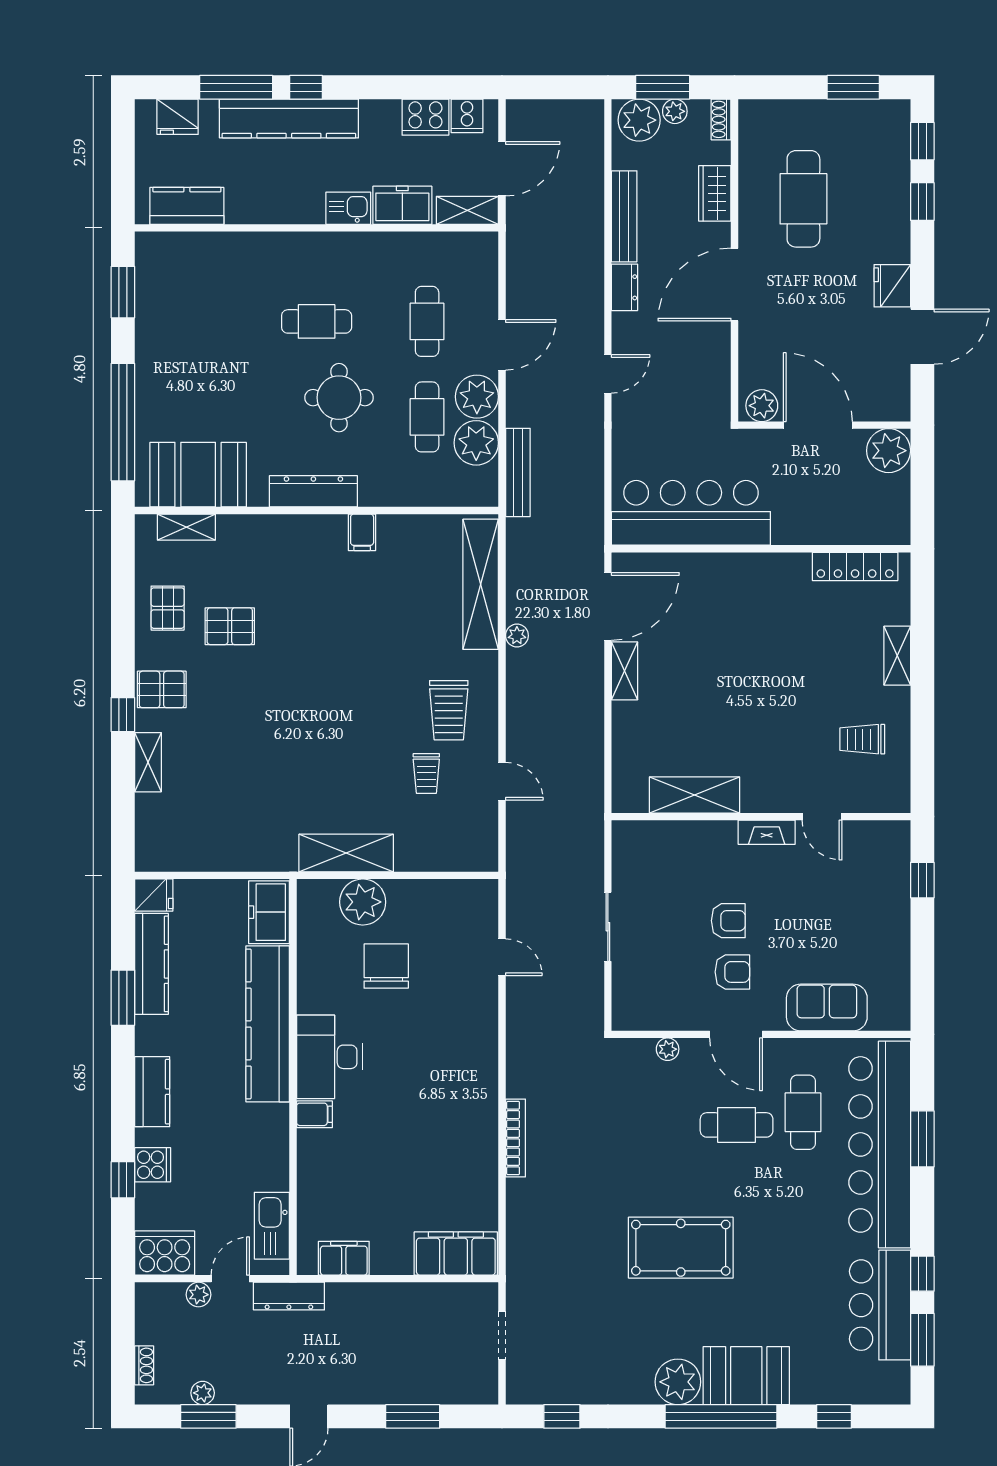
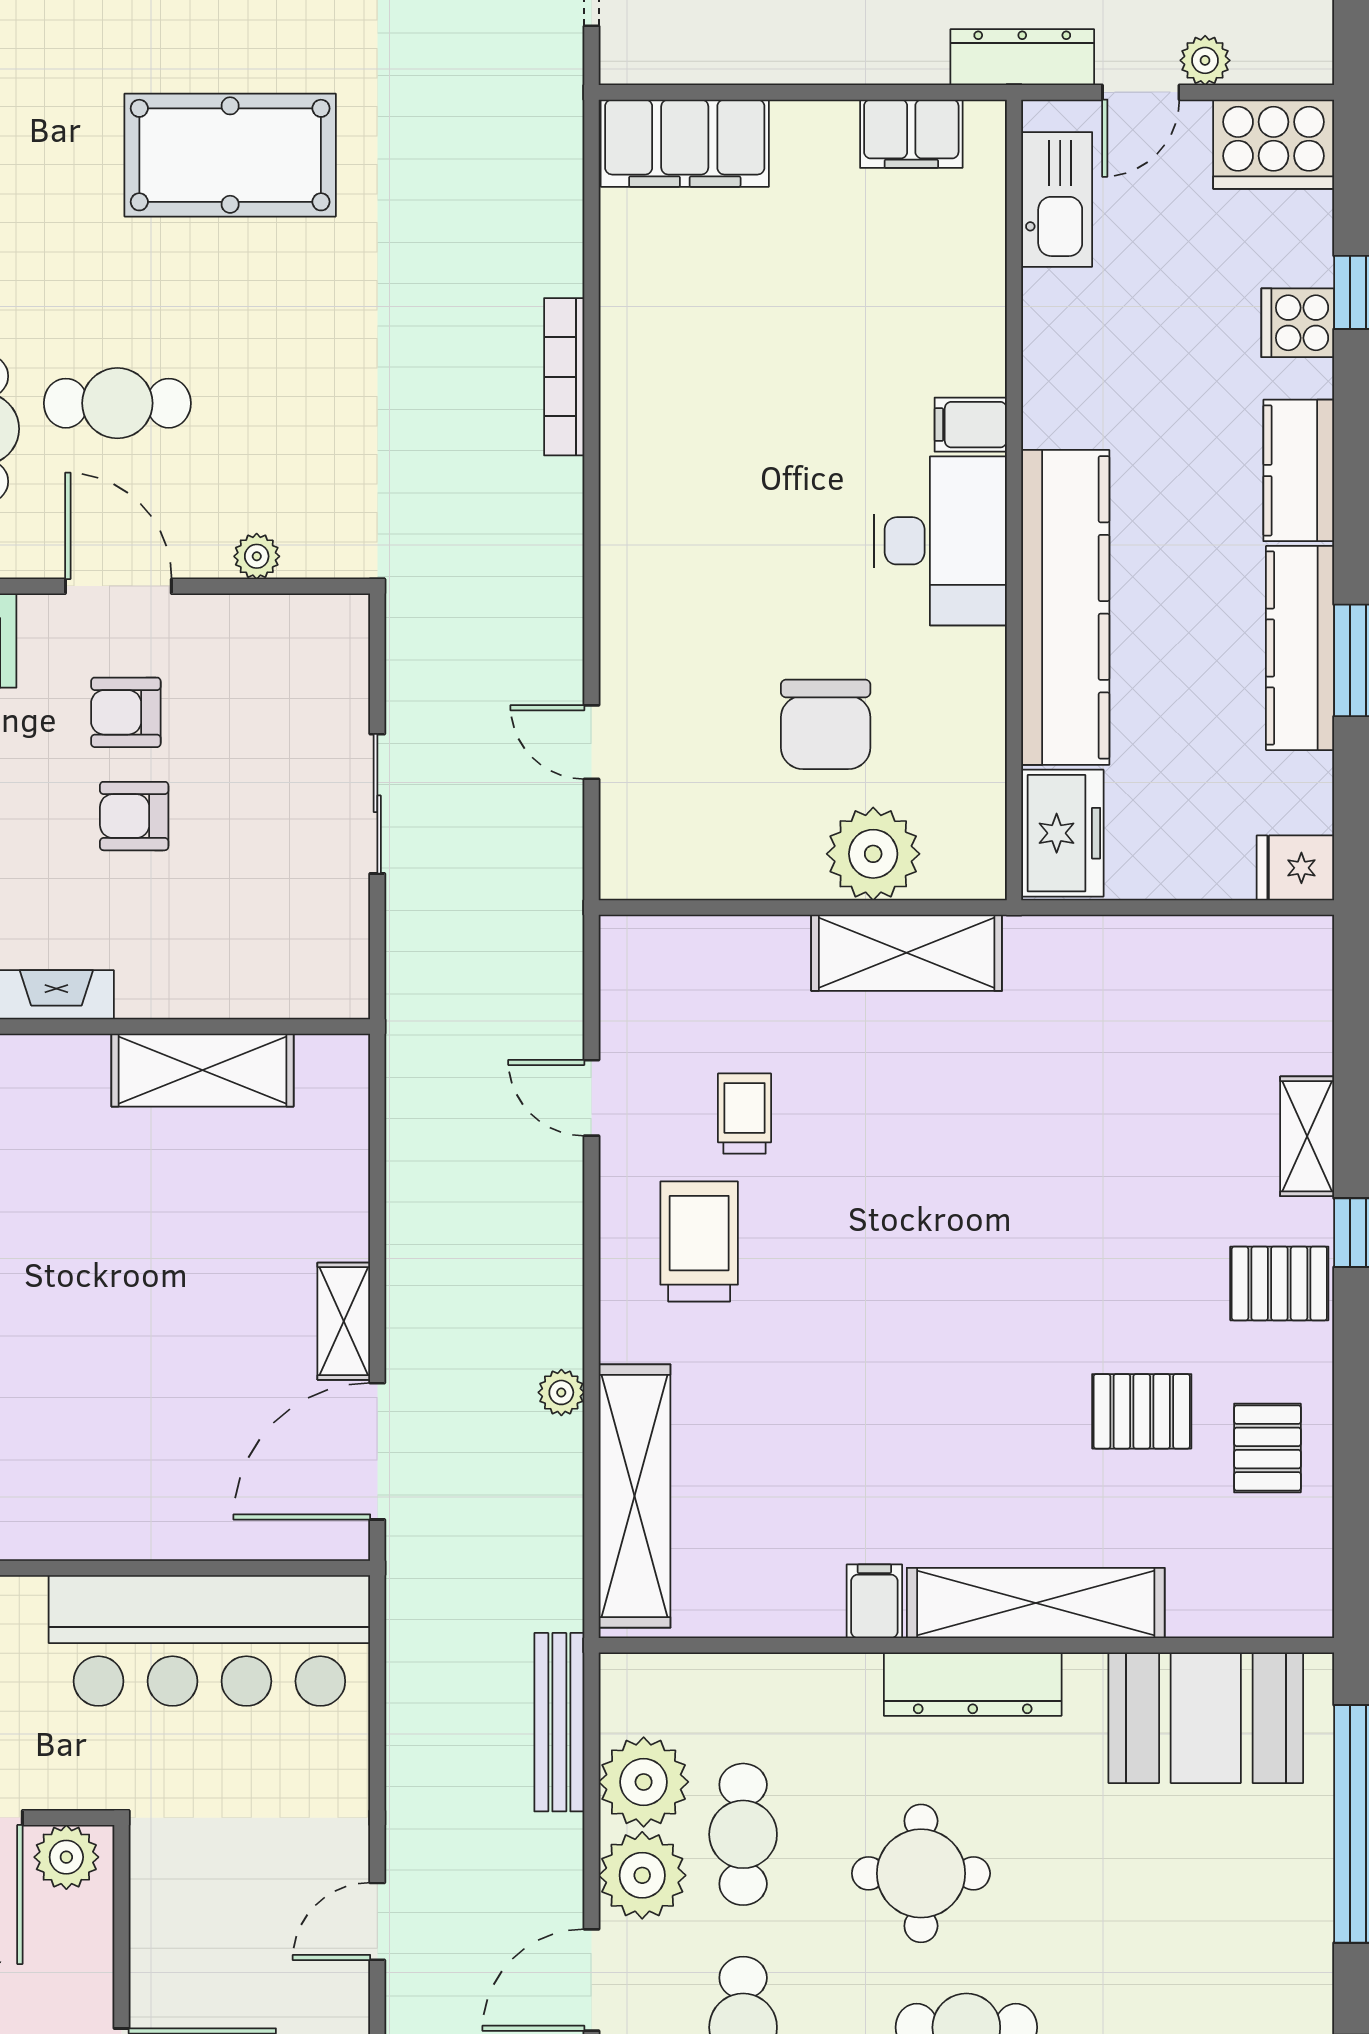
shelving: (186, 527) -> (1036, 1603), moved, width x2.20, depth x1.33
kitchen counter: (151, 964) -> (1300, 648), moved

